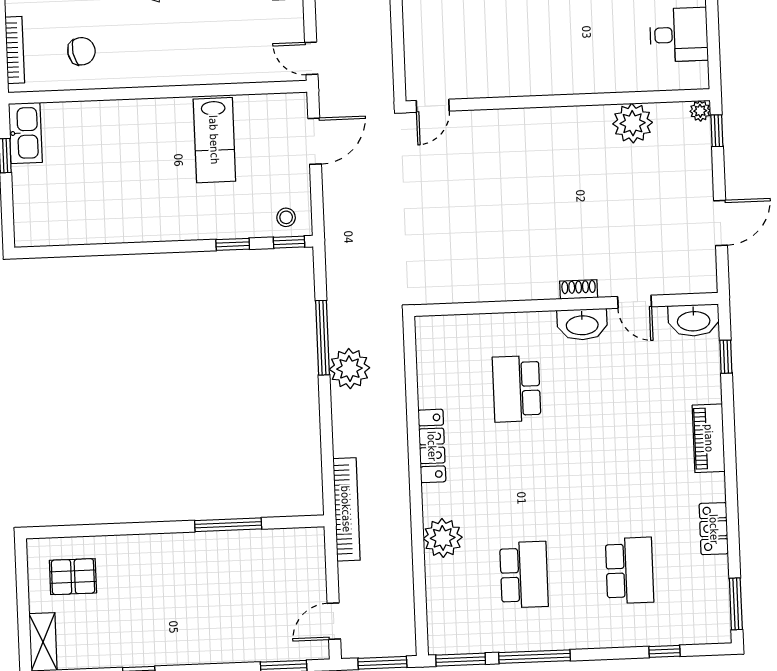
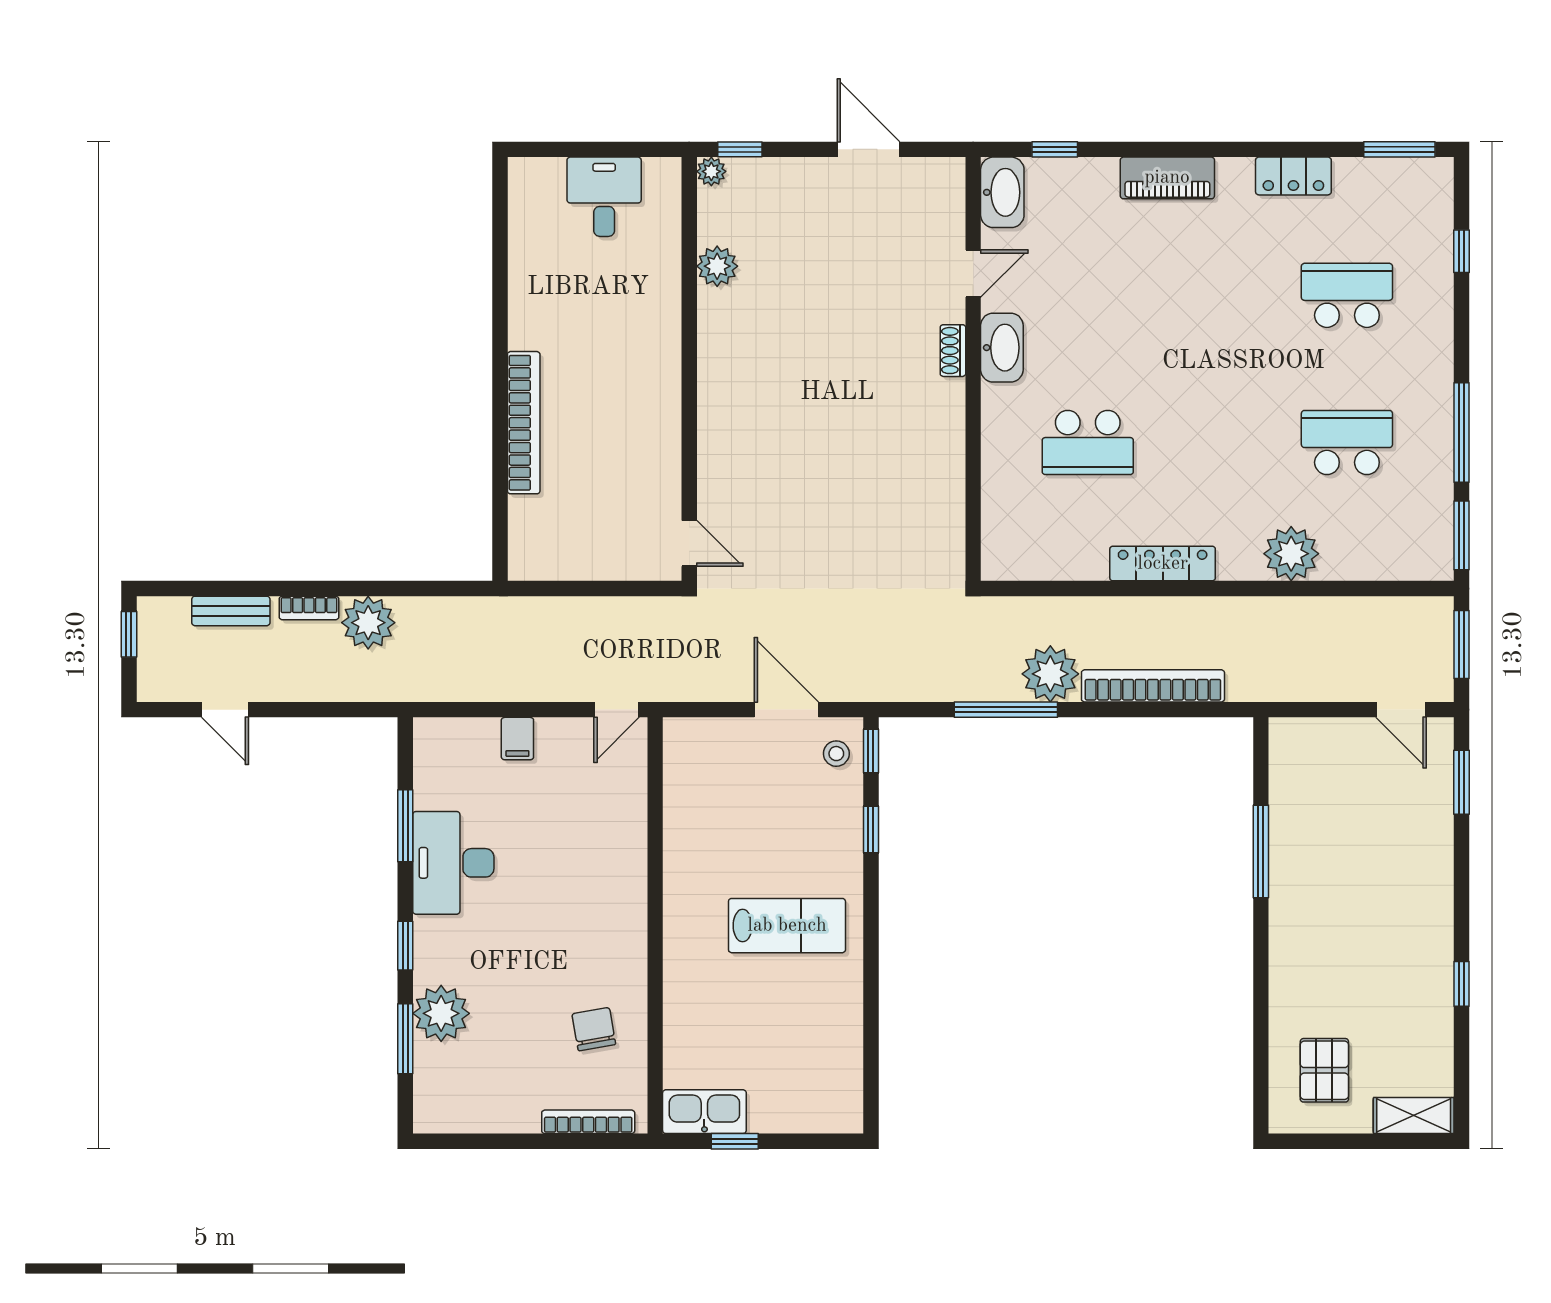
plant: (633, 123) -> (717, 266), width x0.73, depth x0.73
lab bench: (214, 140) -> (787, 926), moved
door: (315, 141) -> (786, 710), moved
bookcase: (346, 509) -> (1153, 686), moved

